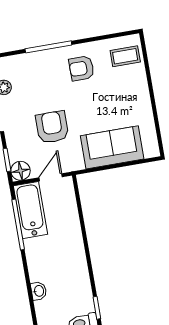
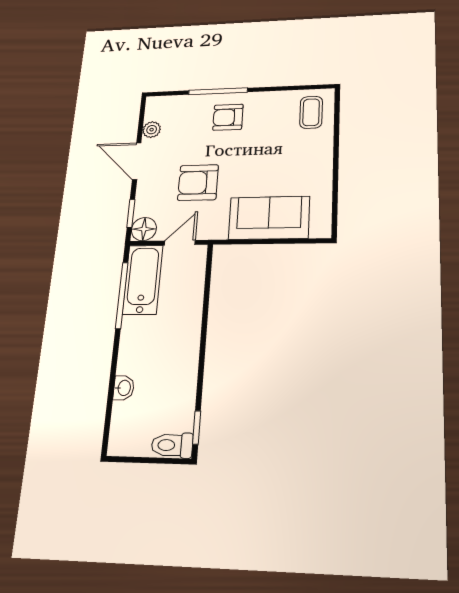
coffee table: (125, 56) -> (311, 112), turned 90
armchair: (81, 68) -> (228, 117), moved
armchair: (52, 127) -> (198, 183), turned -90

